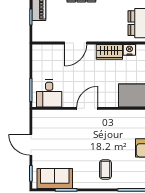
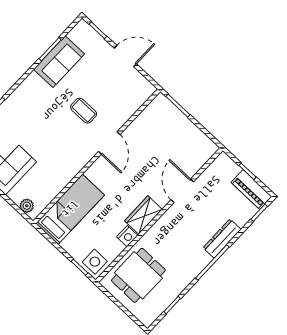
desk: (49, 94) -> (158, 120), removed
coffee table: (105, 169) -> (84, 111), moved
sofa: (55, 178) -> (59, 62), moved

